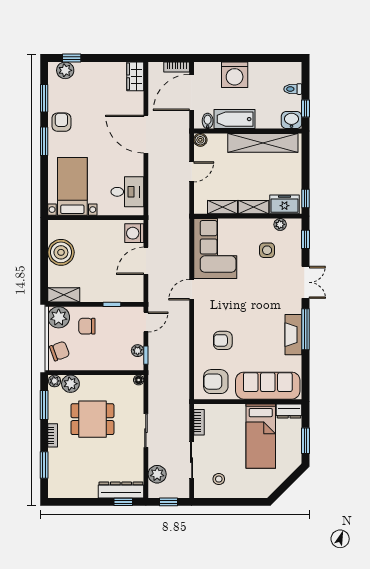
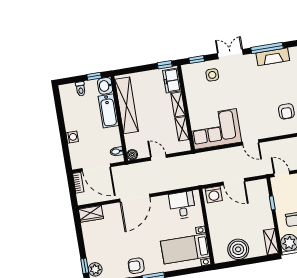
washing machine: (235, 75) -> (72, 137), width x0.53, depth x0.53
bathtub: (235, 119) -> (108, 111), moved
plant: (280, 224) -> (188, 81), removed
side table: (267, 250) -> (212, 75), moved

